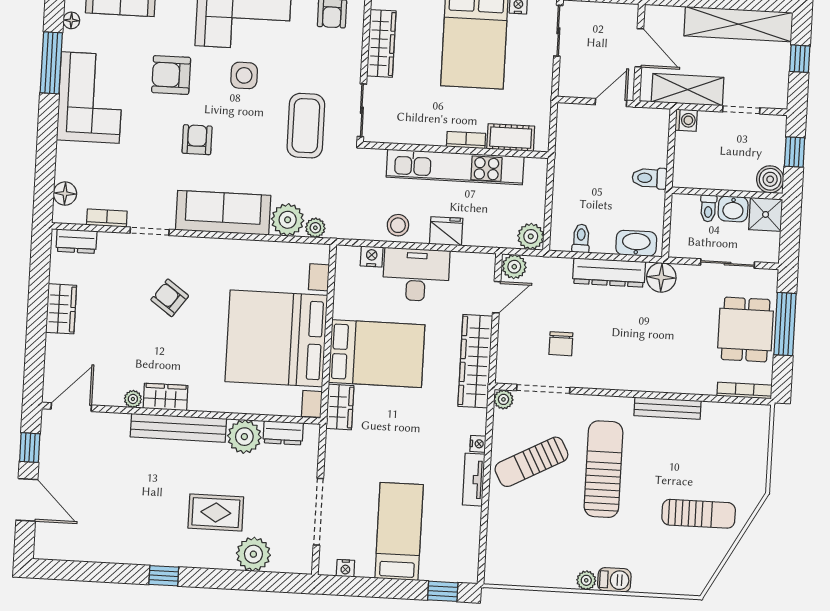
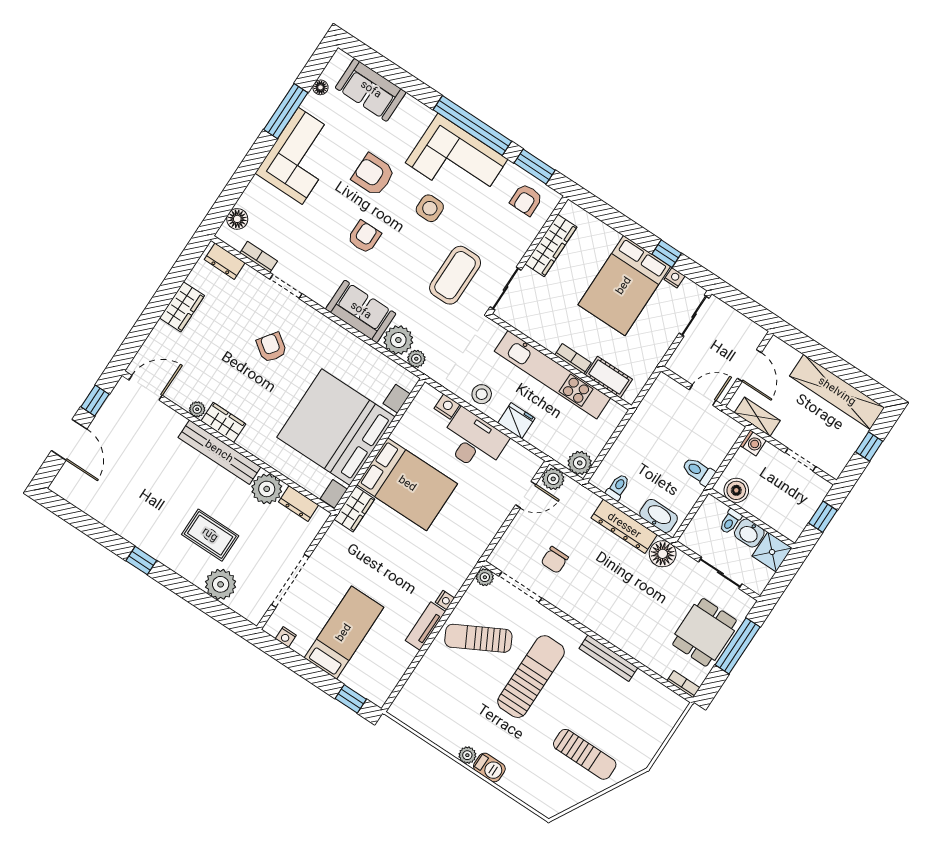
shelving: (688, 90) -> (757, 417), width x0.67, depth x0.75
boiler: (770, 179) -> (736, 490), moved
sofa: (223, 213) -> (361, 311), width x0.73
wardrobe: (475, 361) -> (480, 535), removed
bookcase: (745, 390) -> (684, 684), width x0.64

